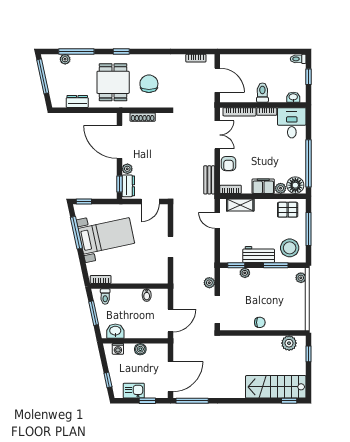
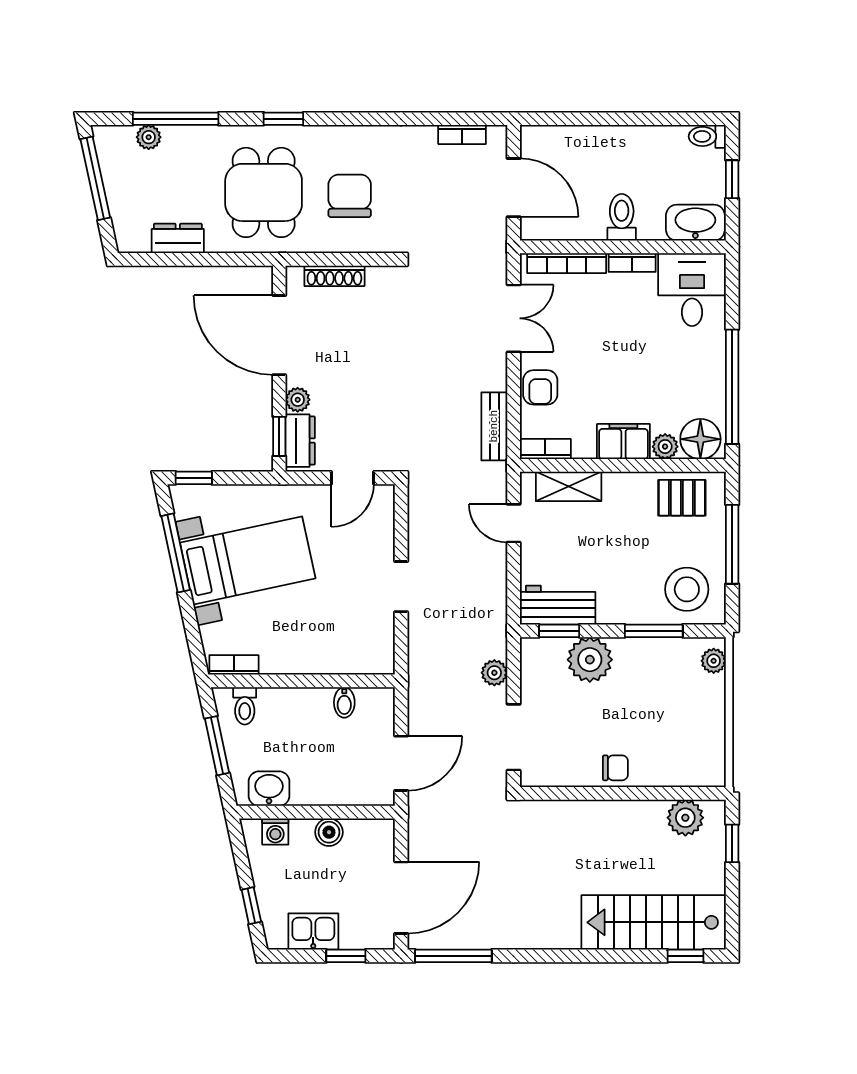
washbasin: (293, 97) -> (695, 223), width x1.91, depth x1.45
workbench: (259, 255) -> (558, 605), moved
plant: (245, 273) -> (590, 660), width x1.88, depth x1.88

